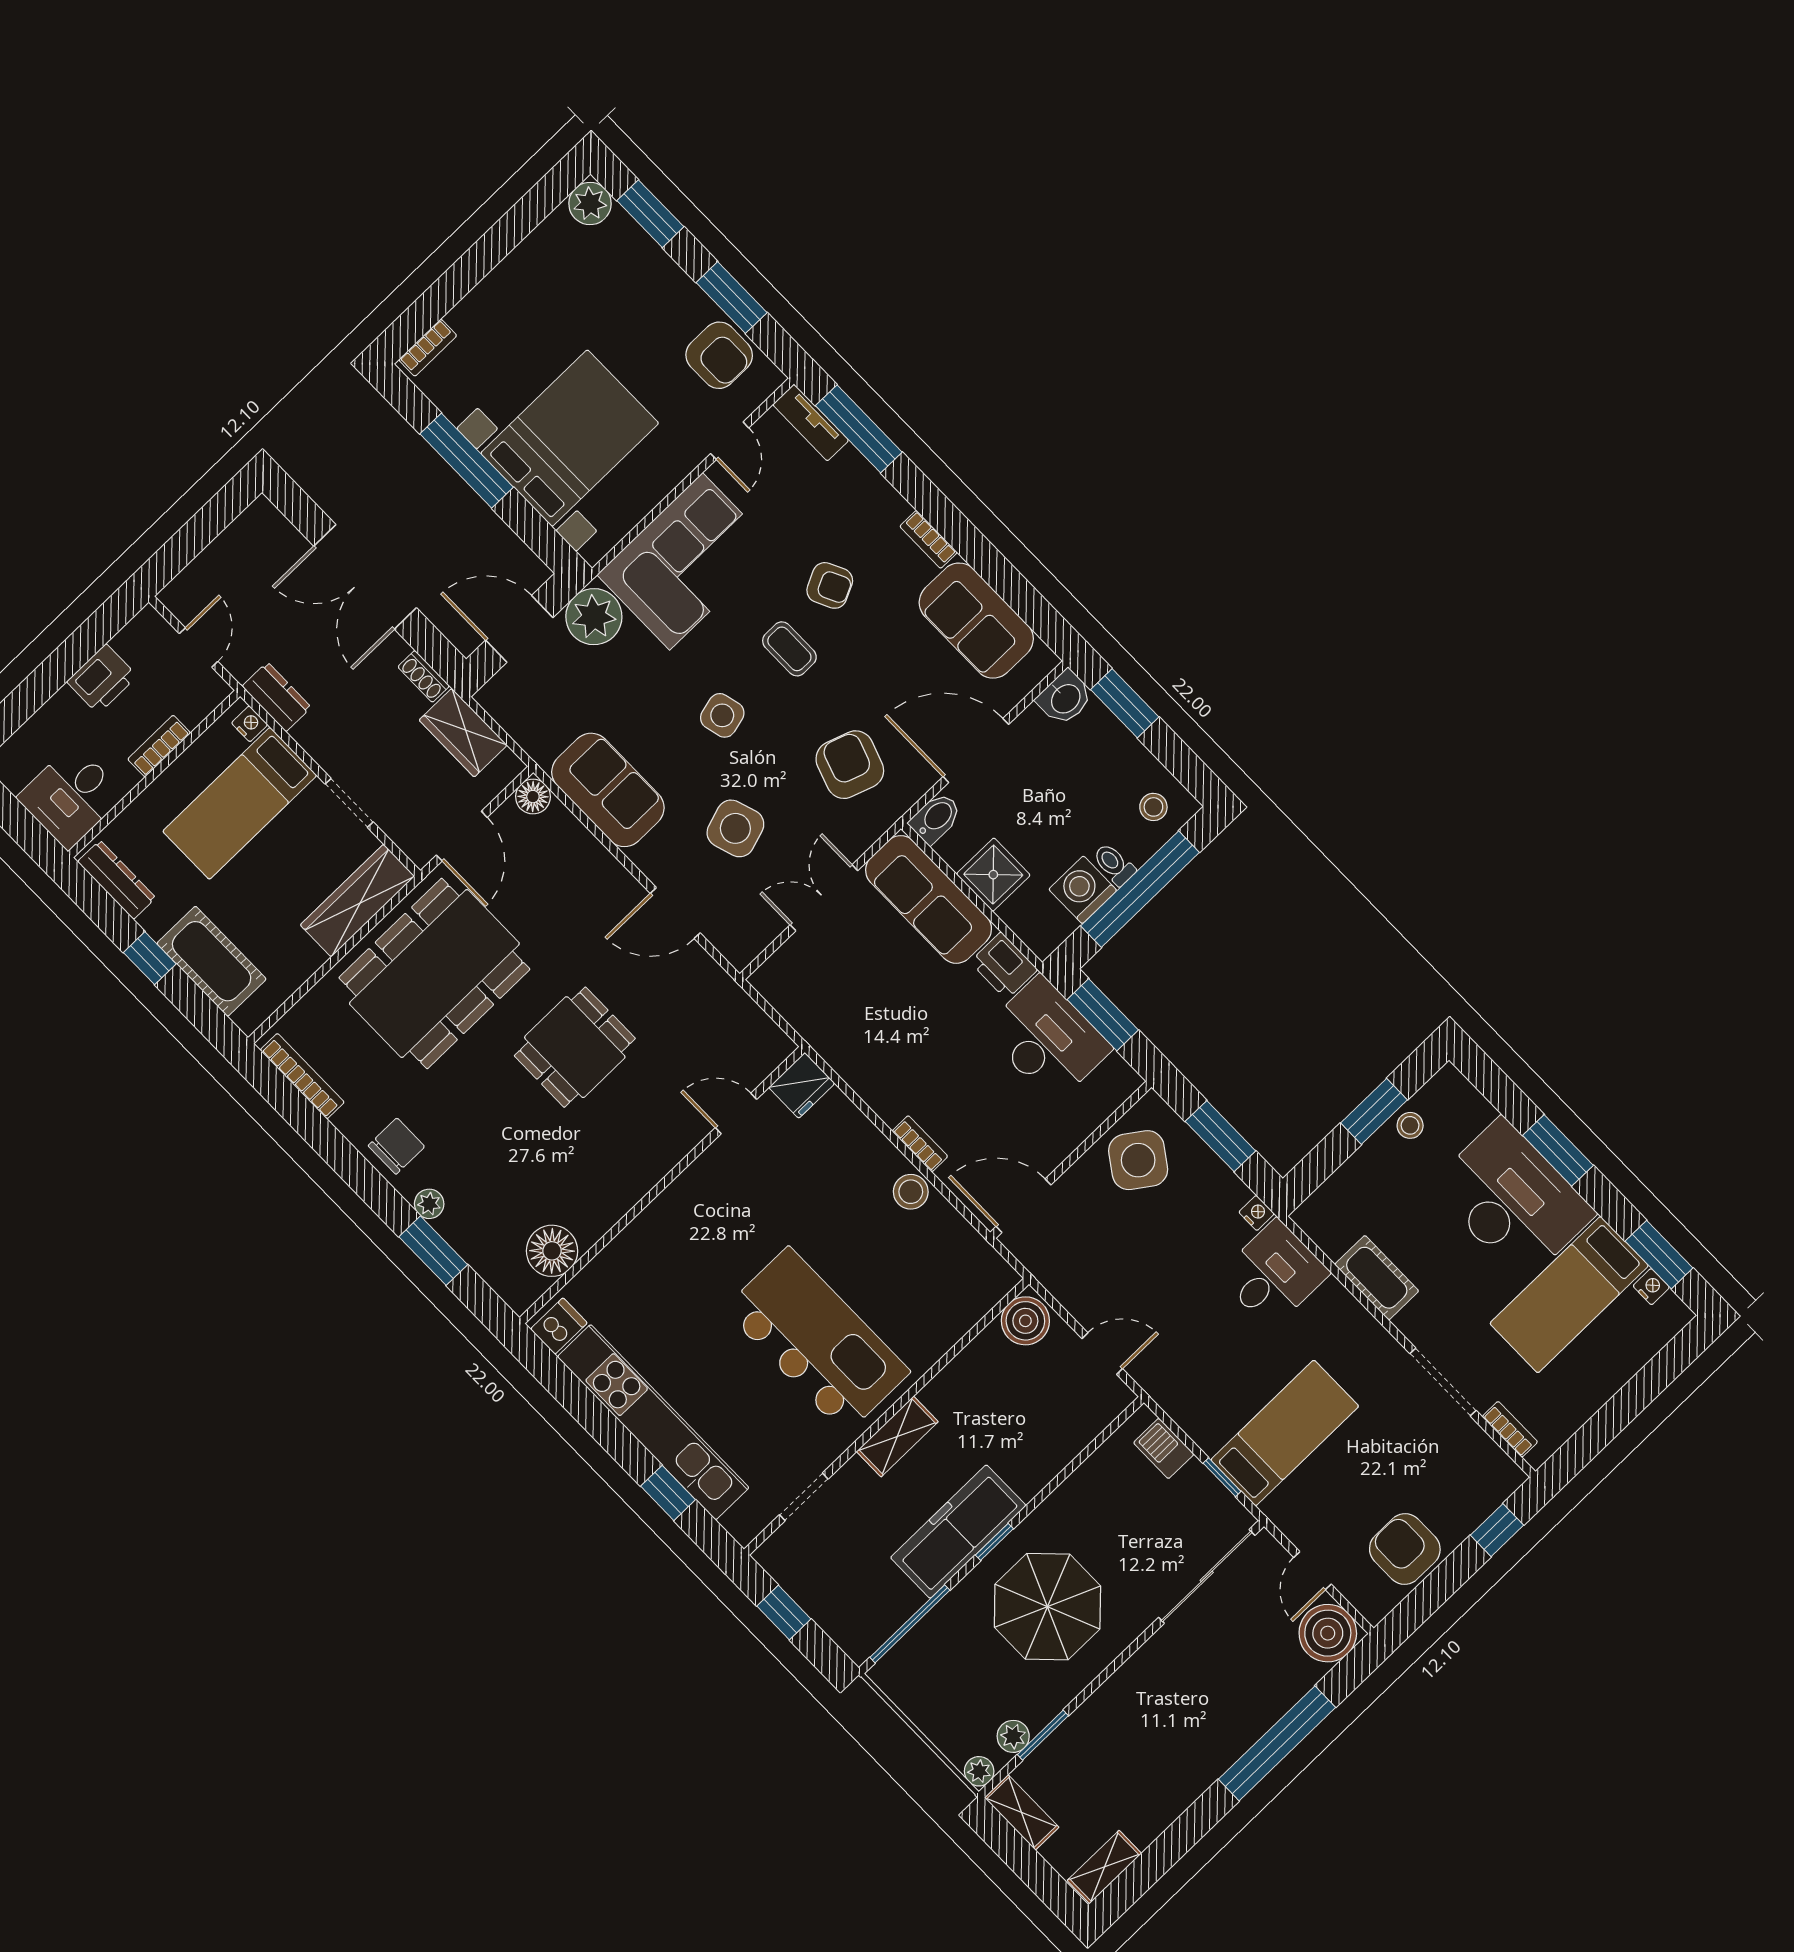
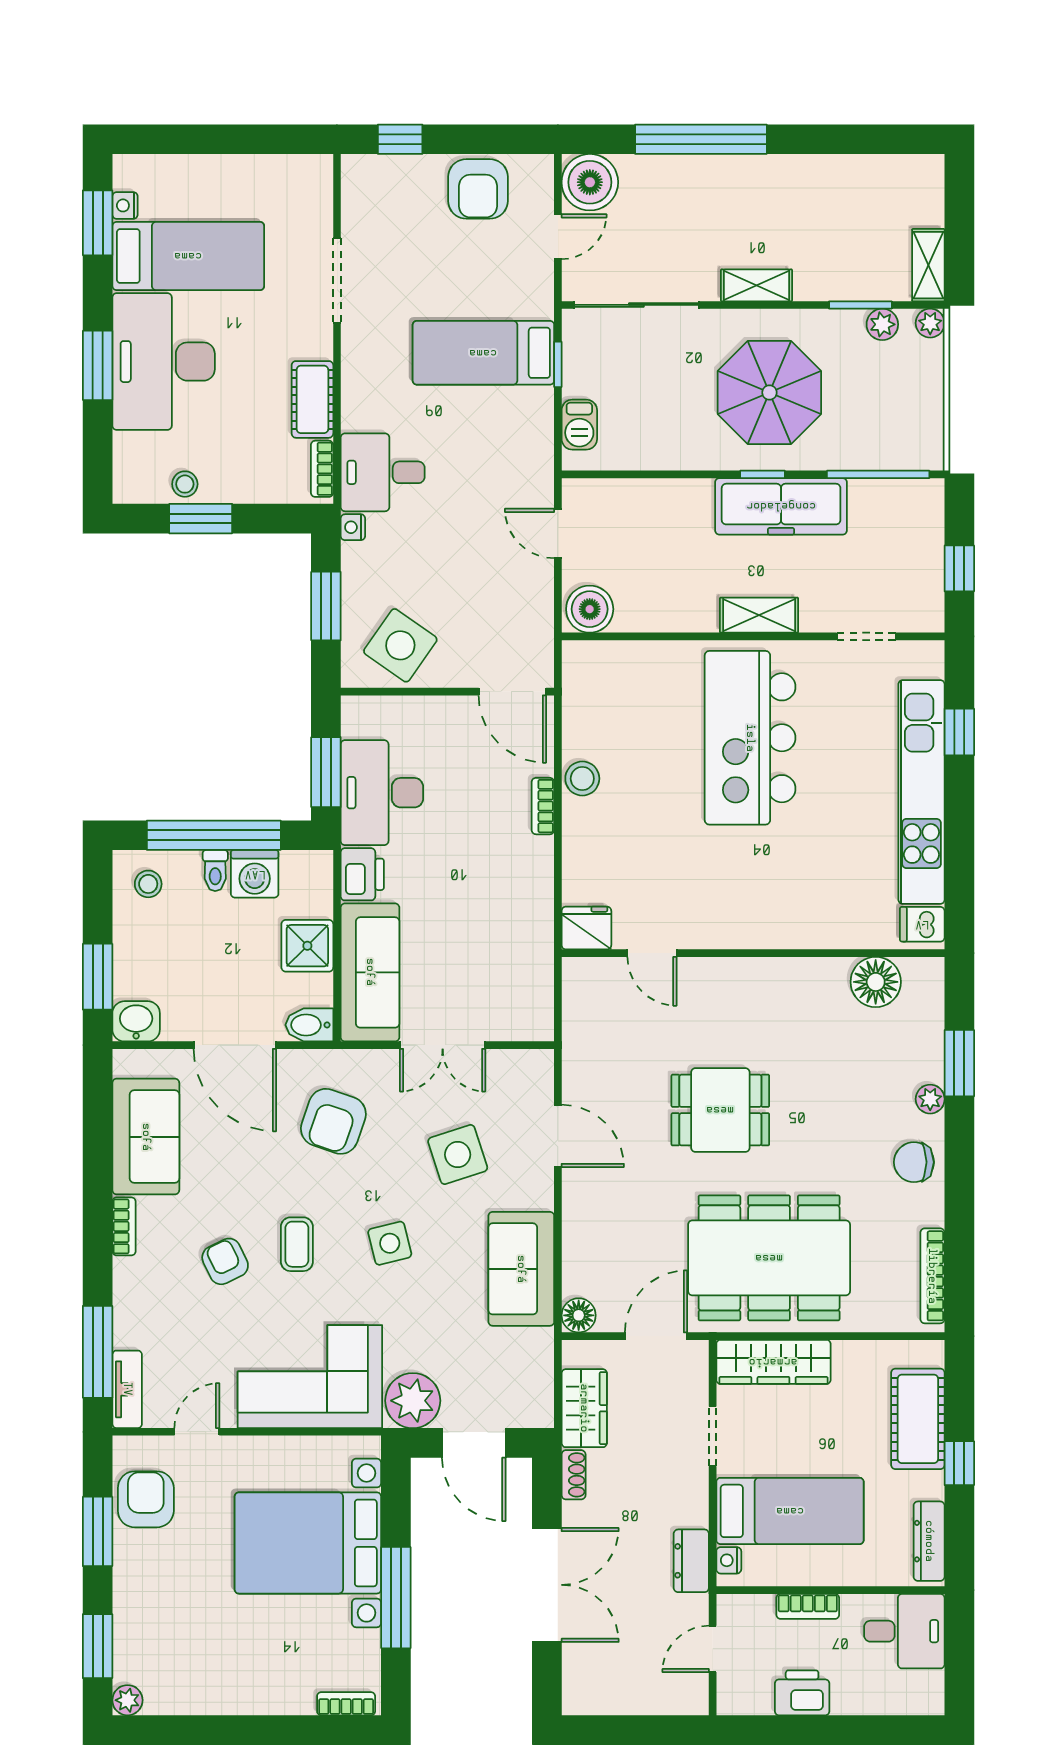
plant: (590, 204) -> (127, 1700), width x0.73, depth x0.73
bookcase: (1510, 1429) -> (322, 469), moved
shelving: (1104, 1867) -> (756, 285), moved

